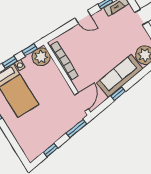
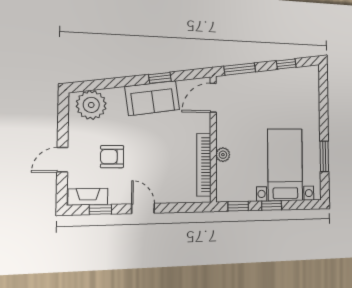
armchair: (117, 35) -> (112, 157), added
plant: (41, 57) -> (223, 155), moved, width x0.53, depth x0.53
sofa: (120, 76) -> (152, 98), width x0.73

